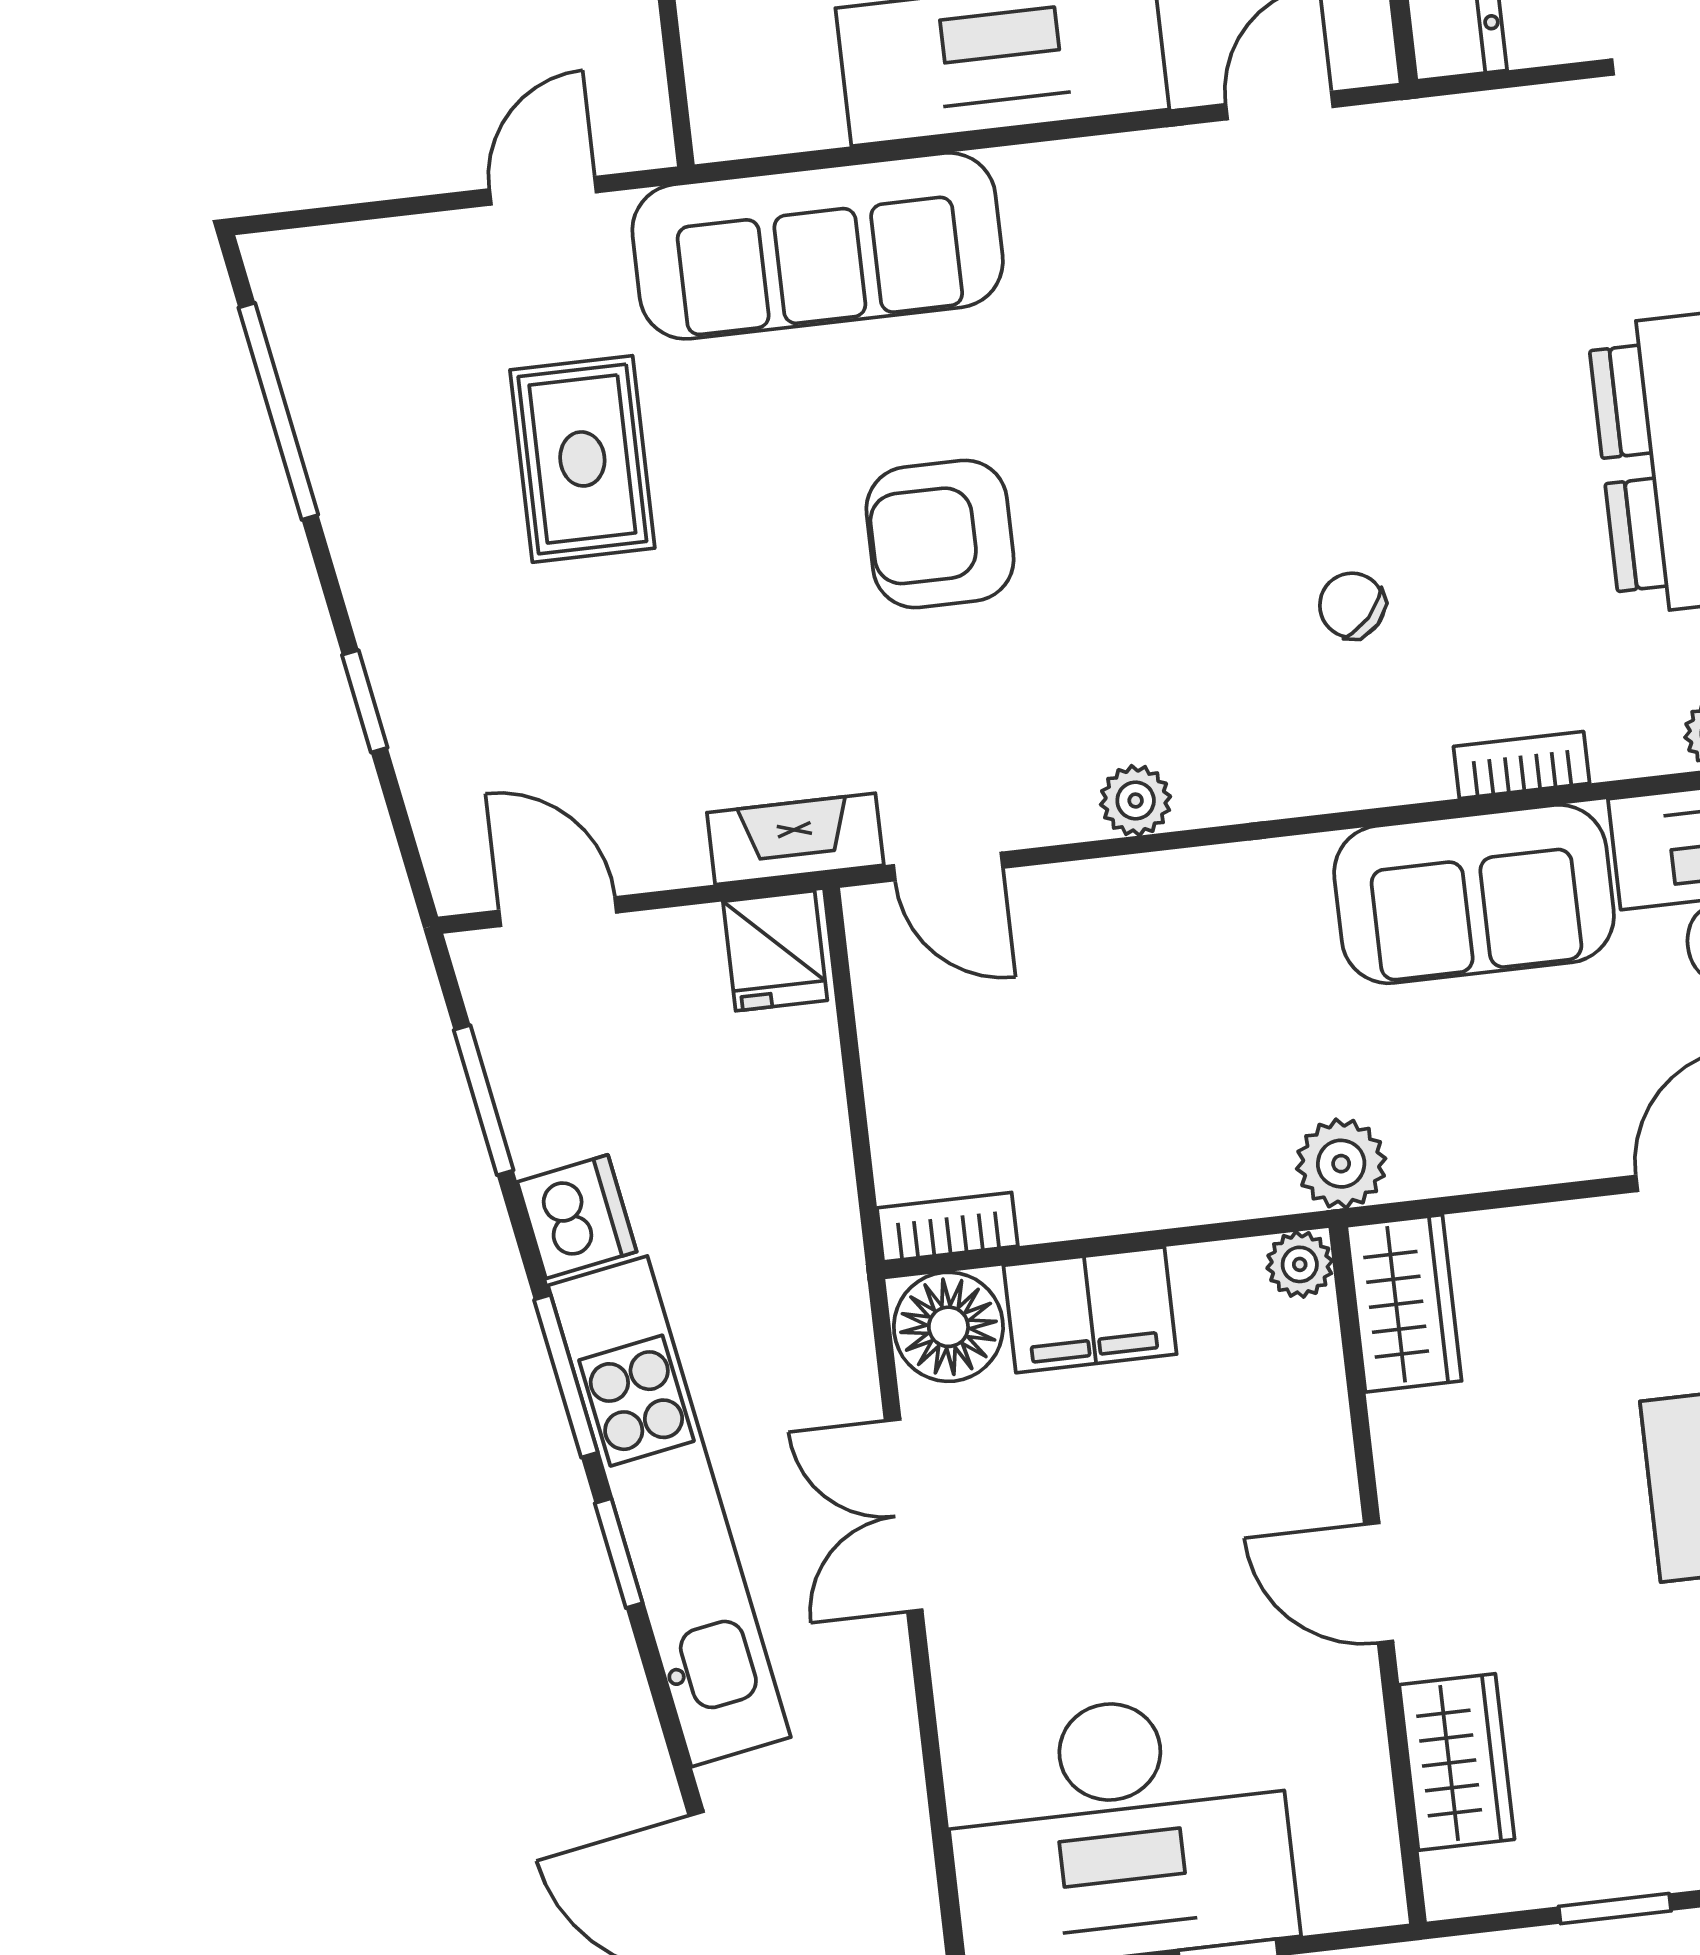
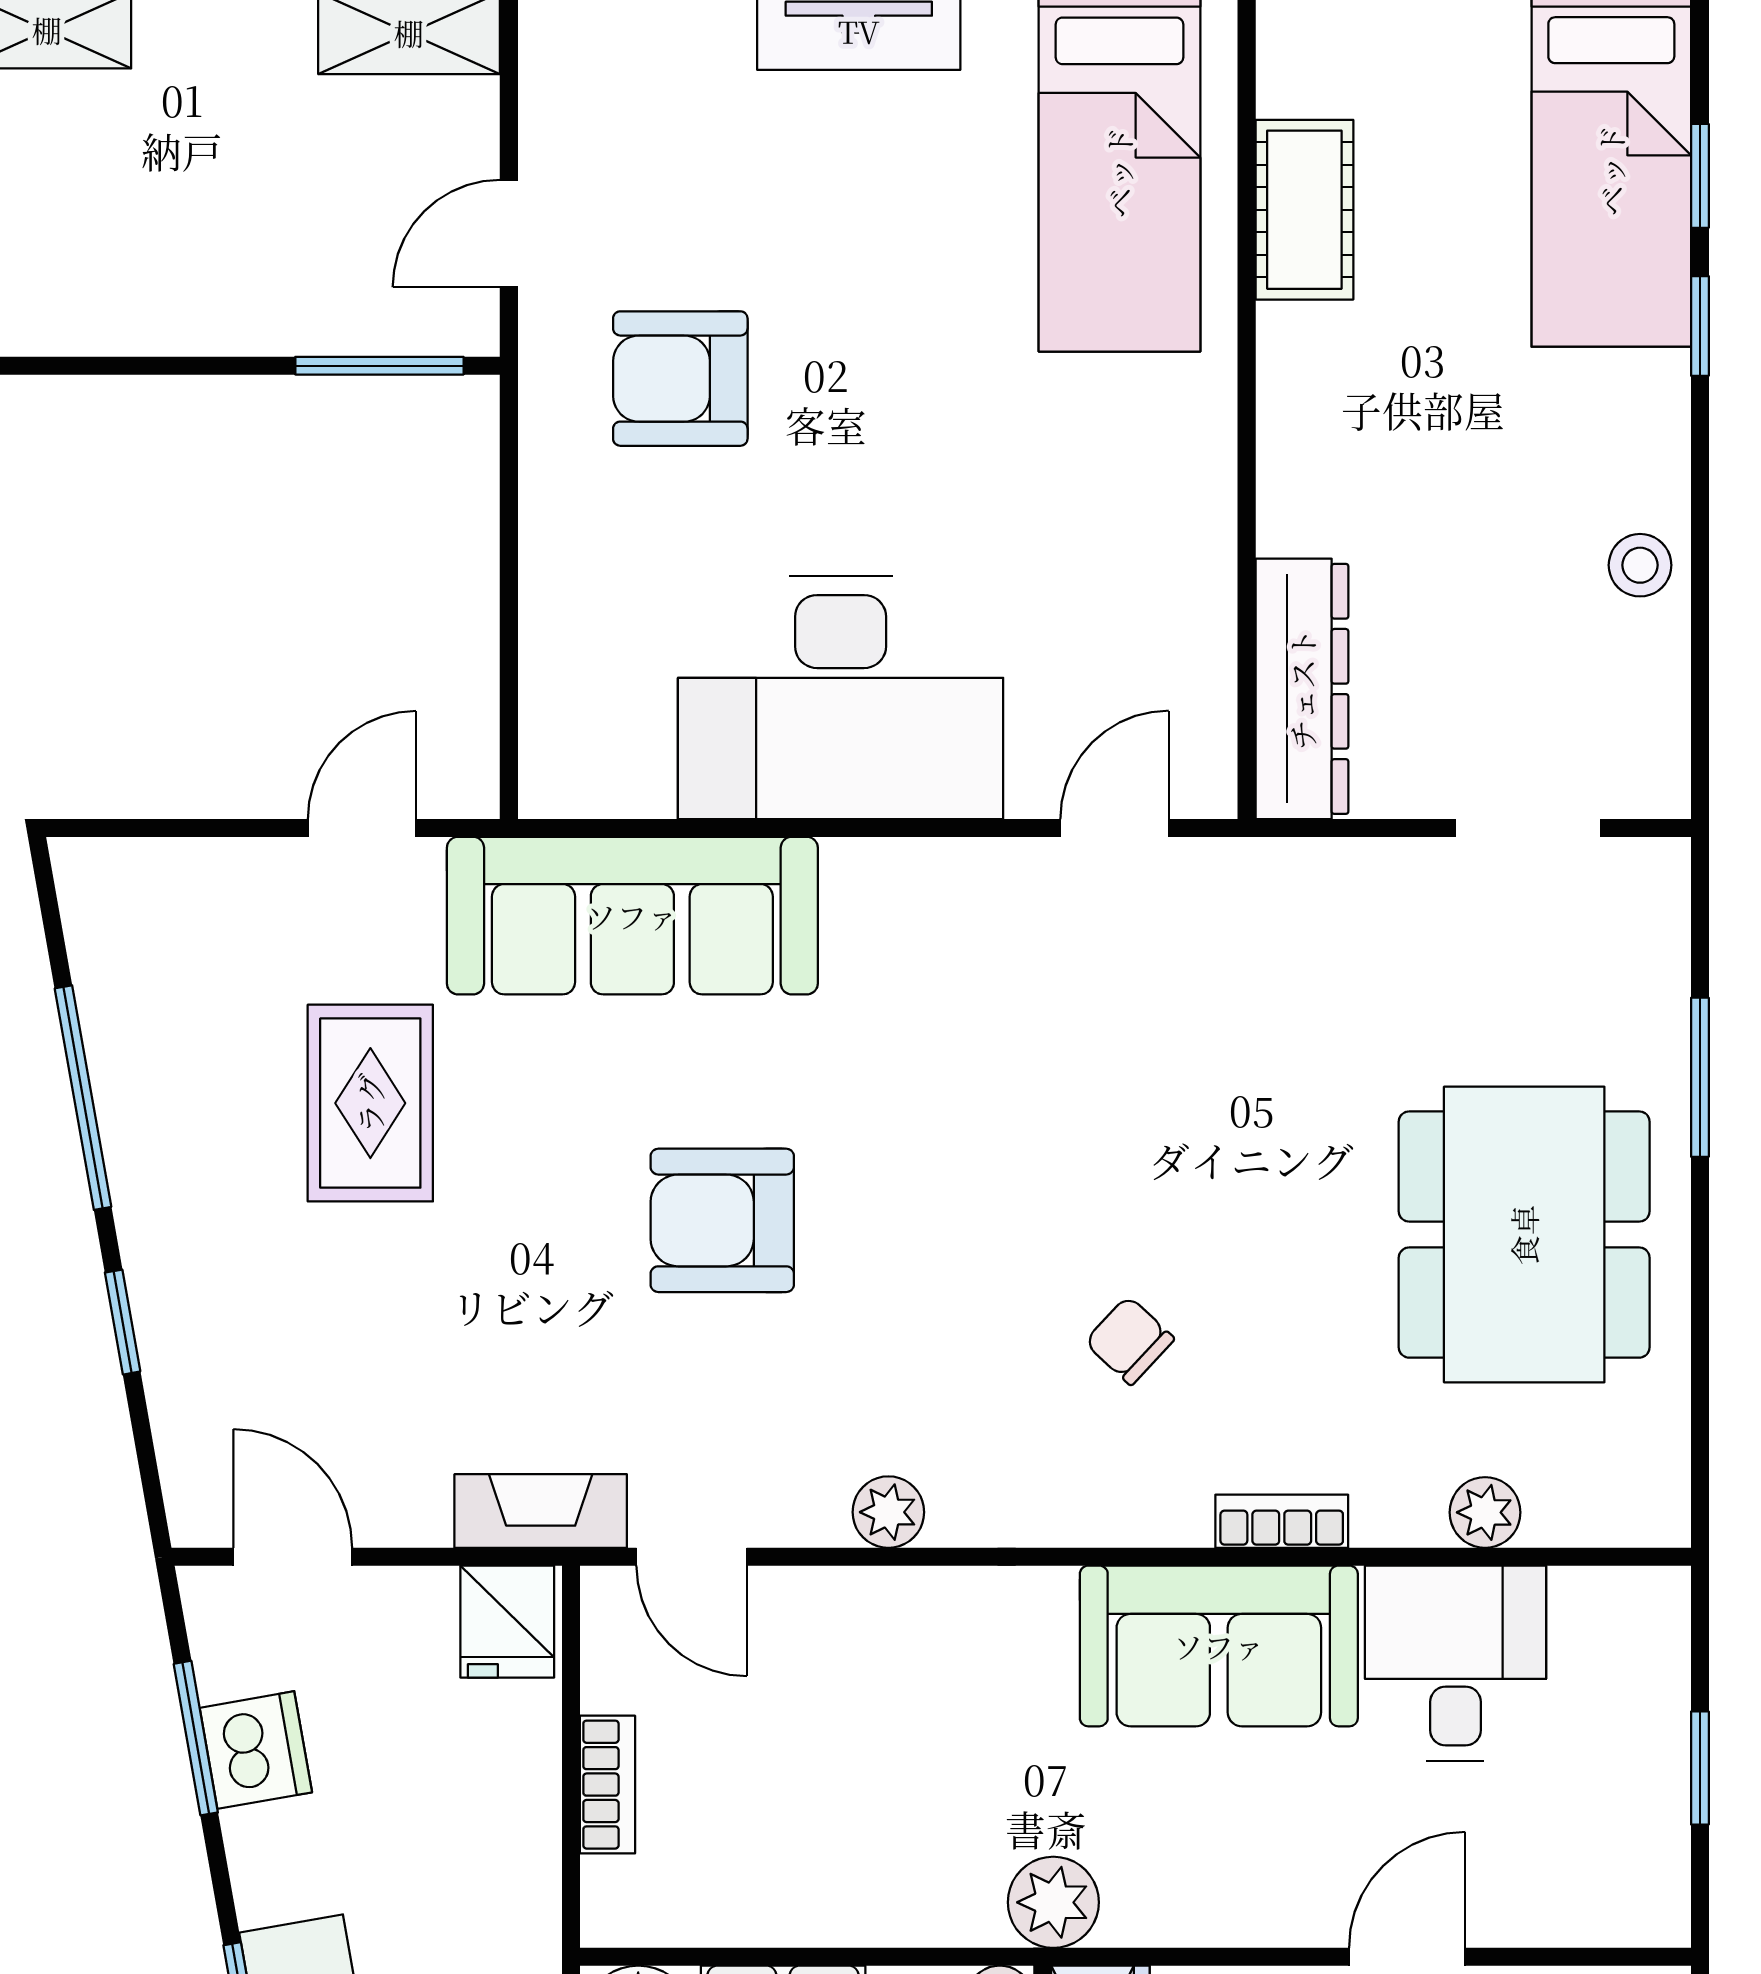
window: (278, 411) -> (83, 1098), moved
dishwasher: (577, 1217) -> (256, 1750), moved
bookcase: (947, 1227) -> (608, 1785), moved, turned 90

